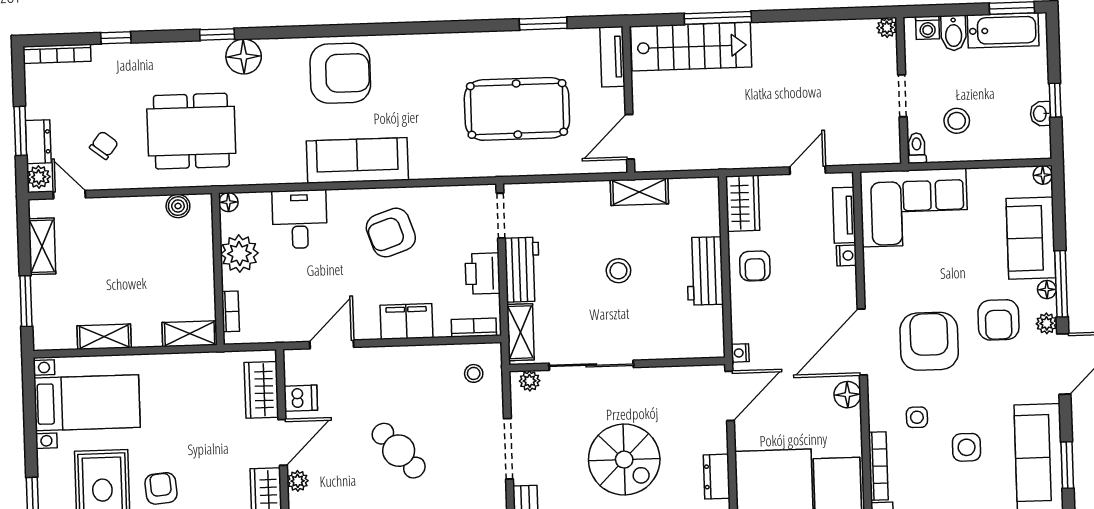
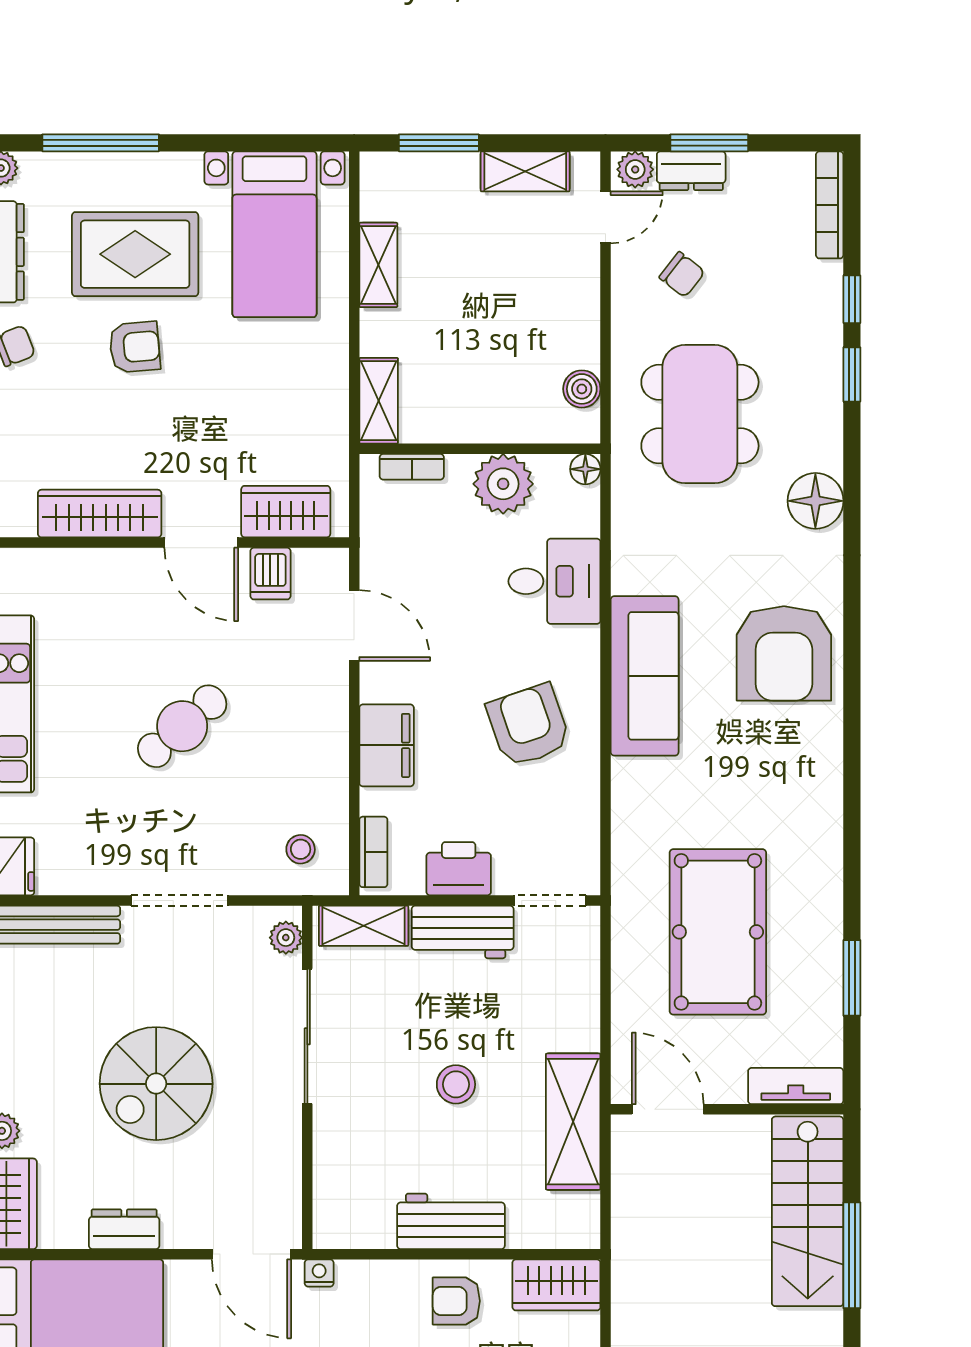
window: (217, 34) -> (852, 374), moved
shelving: (639, 192) -> (573, 1122), width x1.50, depth x1.33
plant: (298, 481) -> (139, 564), removed

